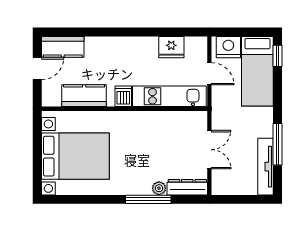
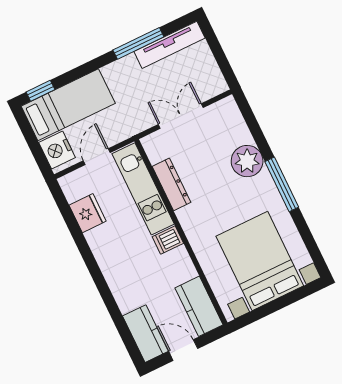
kitchen counter: (84, 96) -> (199, 306), moved
dresser: (187, 187) -> (171, 184), moved, turned 180
plant: (159, 188) -> (247, 161), width x1.88, depth x1.88
window: (148, 199) -> (282, 184), moved

